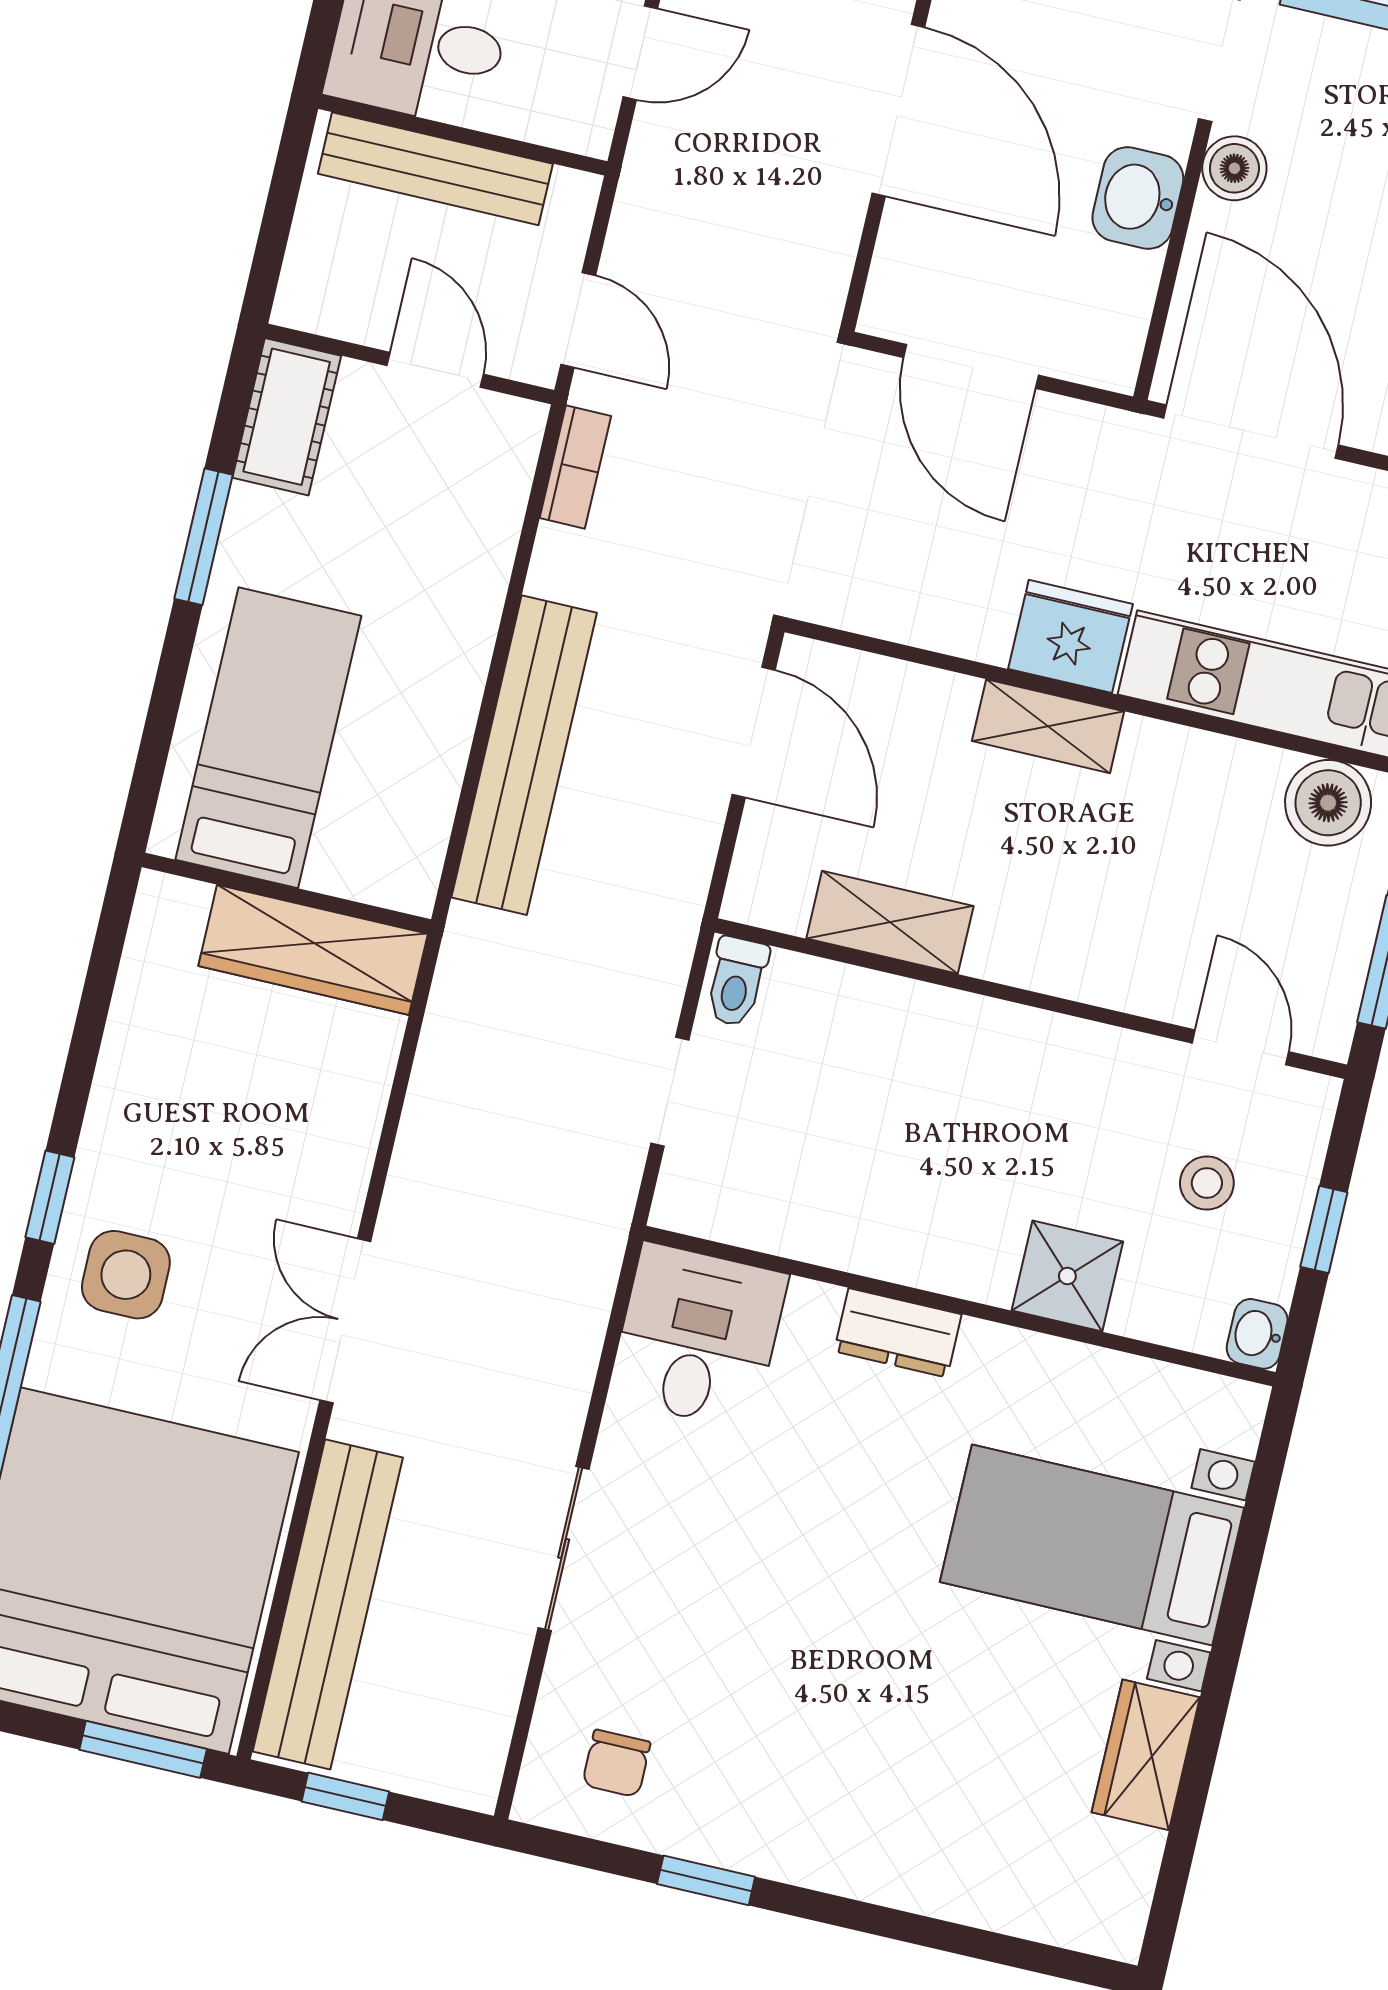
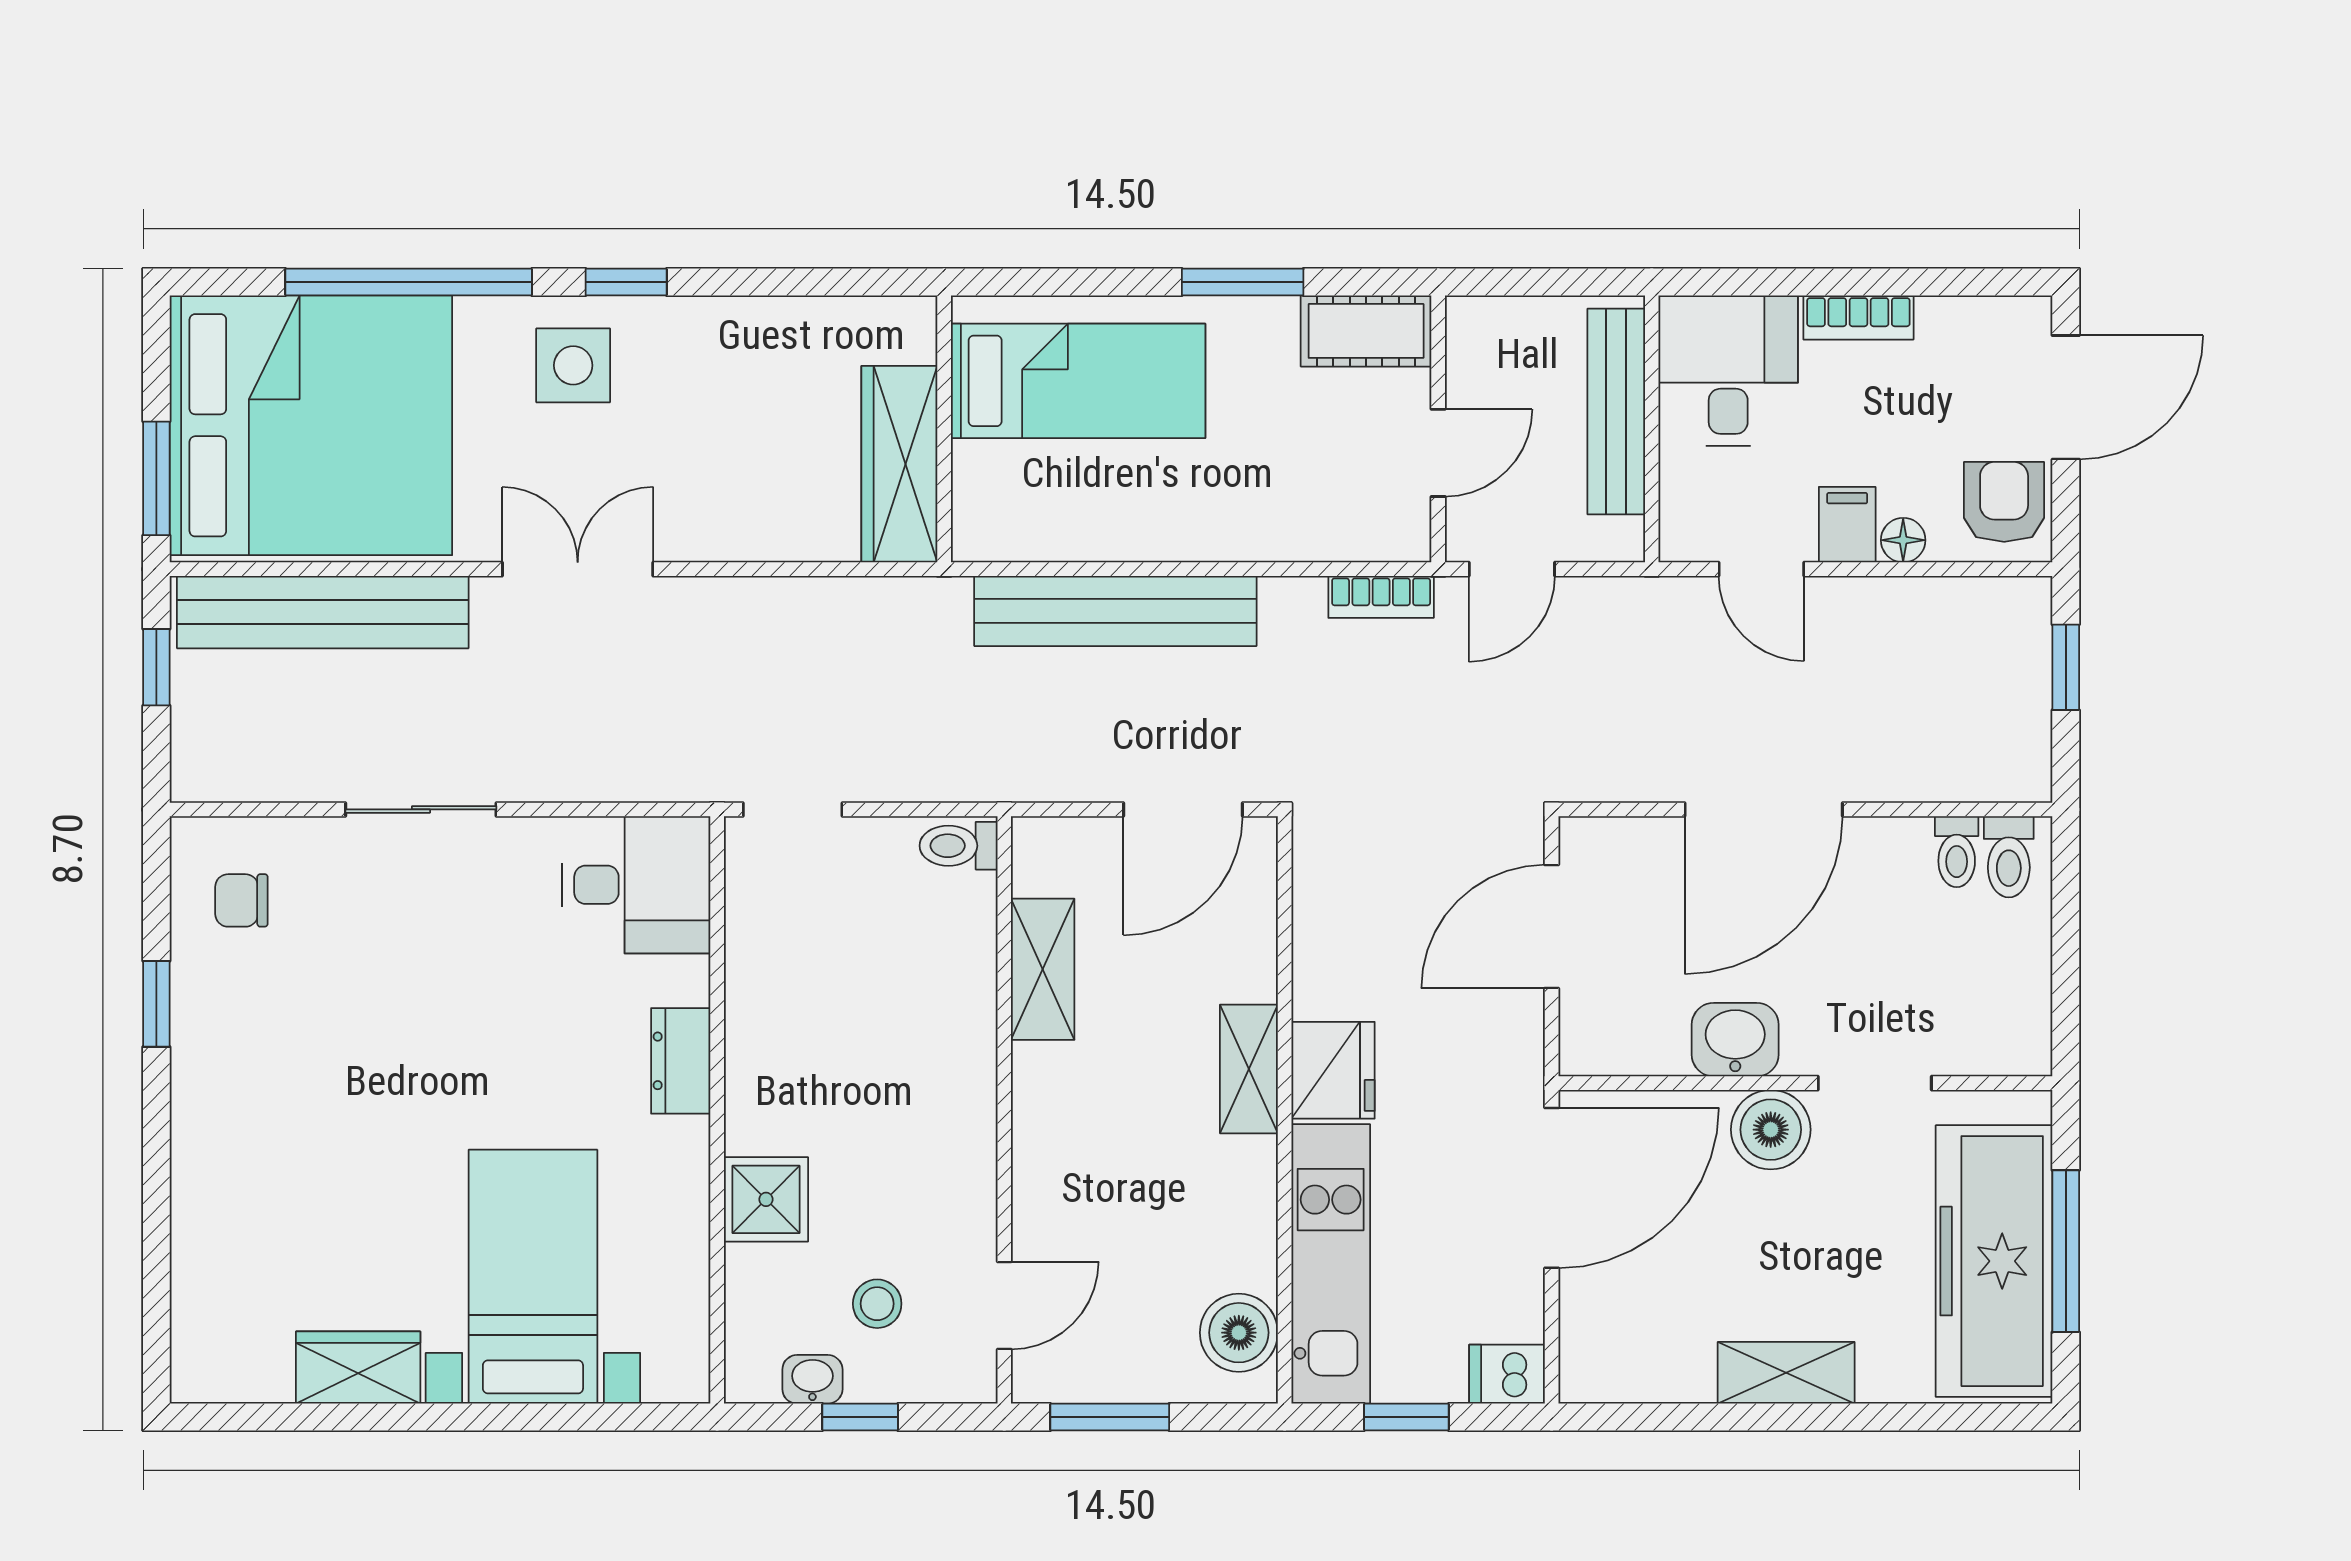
boiler: (1234, 168) -> (1771, 1130), width x1.36, depth x1.36
doorway: (670, 1092) -> (793, 809), moved
washbasin: (1257, 1334) -> (812, 1379), moved

